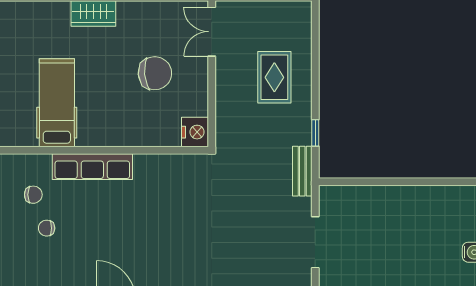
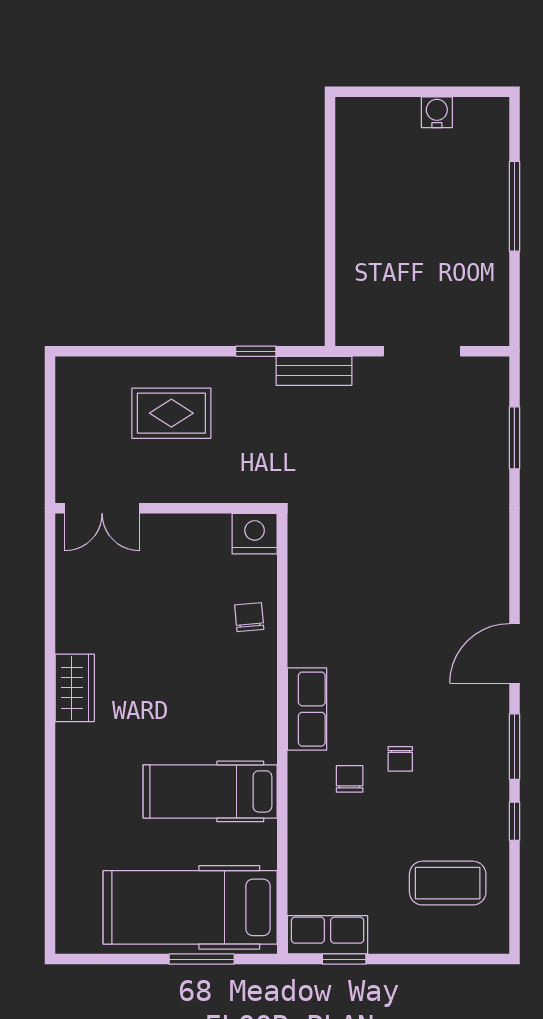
chair: (155, 73) -> (249, 617), moved, width x0.54, depth x0.54
hospital bed: (57, 103) -> (210, 791), moved
row of seats: (92, 167) -> (307, 709), width x0.68

